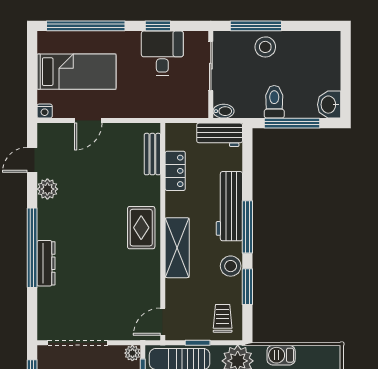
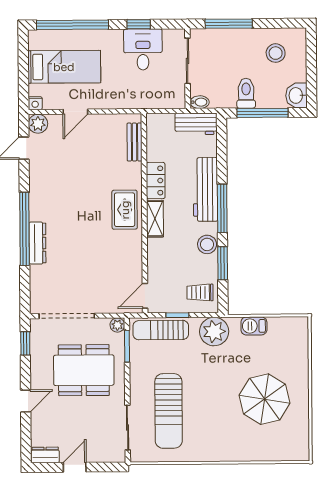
stool: (265, 47) -> (276, 53), moved
locker: (175, 171) -> (156, 181), moved
plant: (47, 189) -> (38, 124), moved
shelving: (177, 248) -> (155, 219), width x0.67, depth x0.75
trolley: (223, 318) -> (200, 293), turned -90

